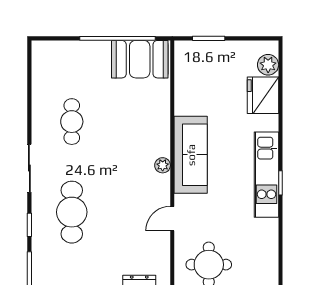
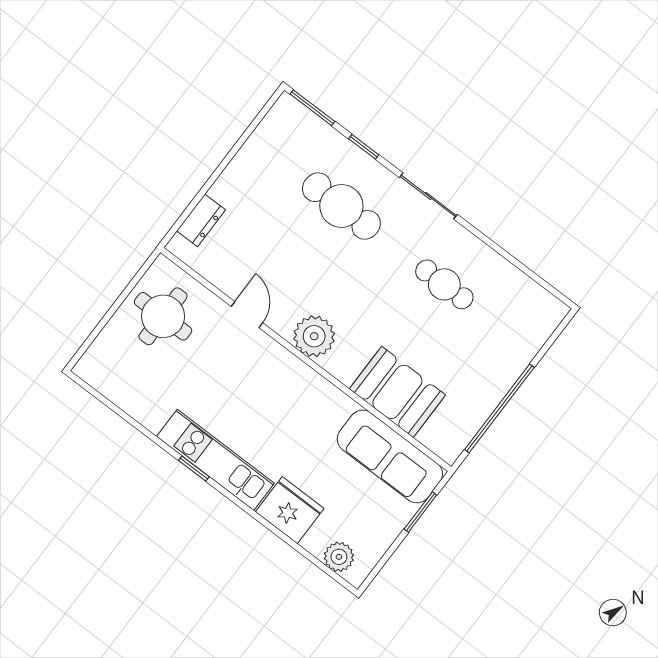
booth: (140, 59) -> (397, 392), moved, turned 90
fridge: (263, 95) -> (290, 510), moved
sofa: (191, 155) -> (390, 456), moved
plant: (163, 165) -> (314, 336), width x1.88, depth x1.88

